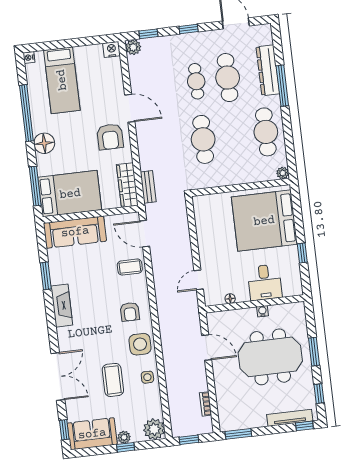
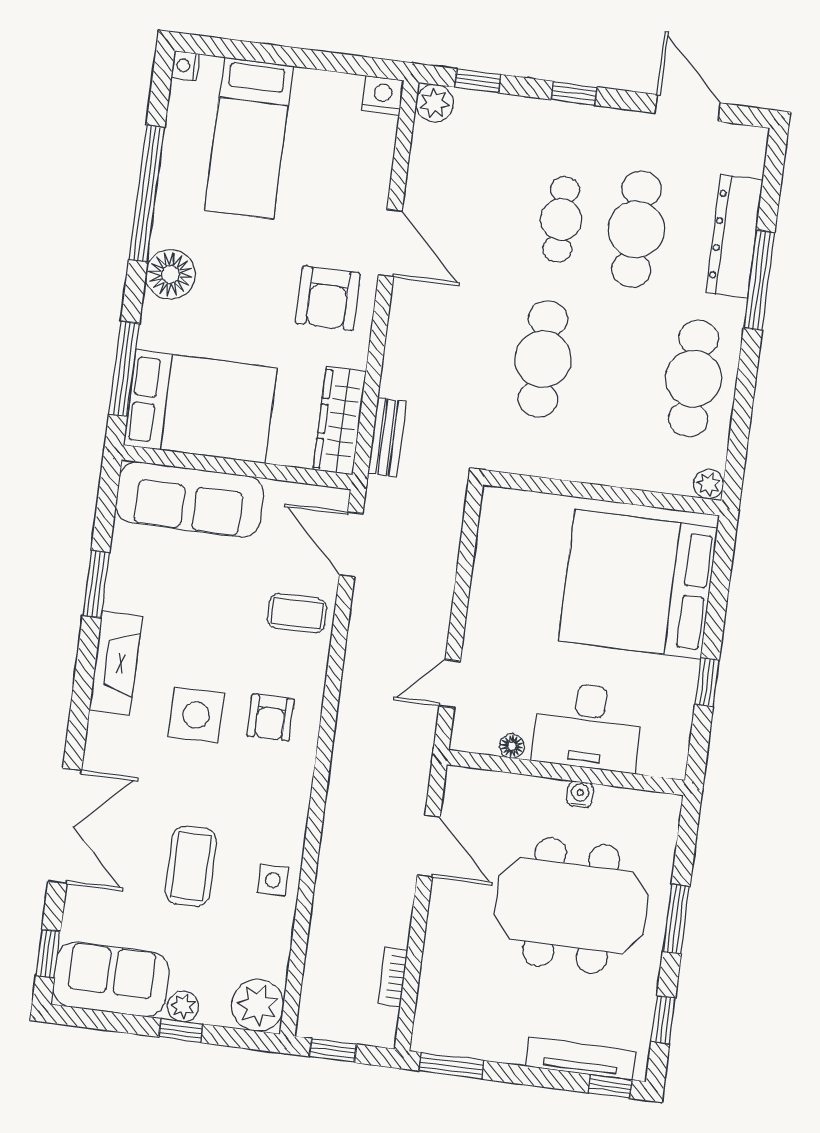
desk: (265, 282) -> (588, 727), width x1.37
side table: (140, 344) -> (196, 715), moved

